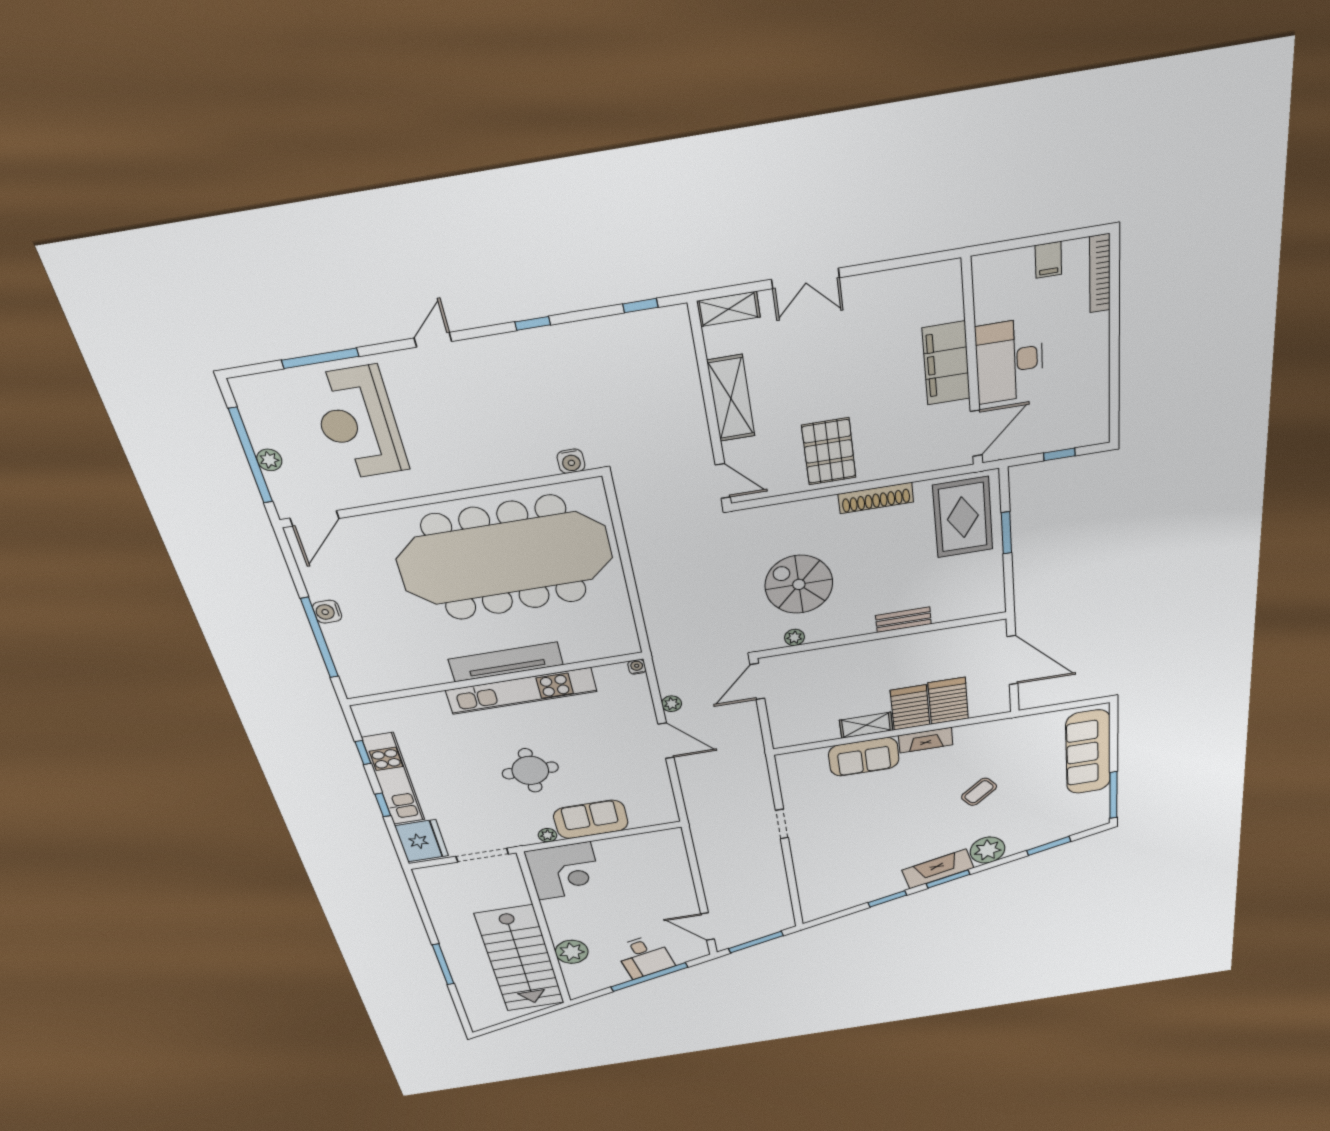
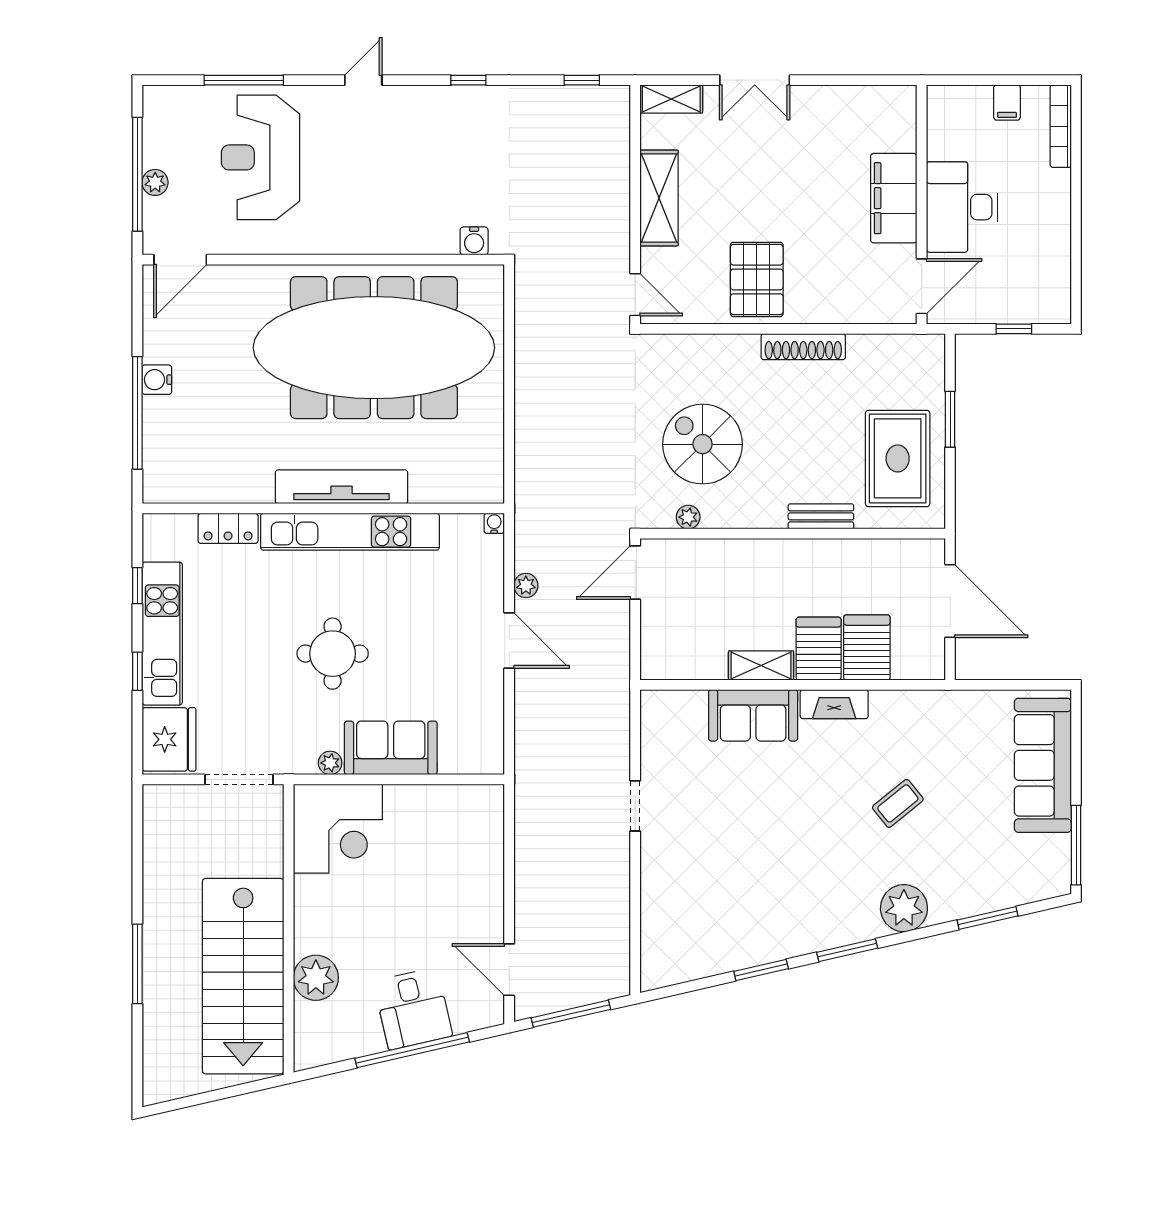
rug: (963, 517) -> (898, 458), moved
locker: (422, 704) -> (228, 528), added
fireplace: (938, 869) -> (834, 929), removed

